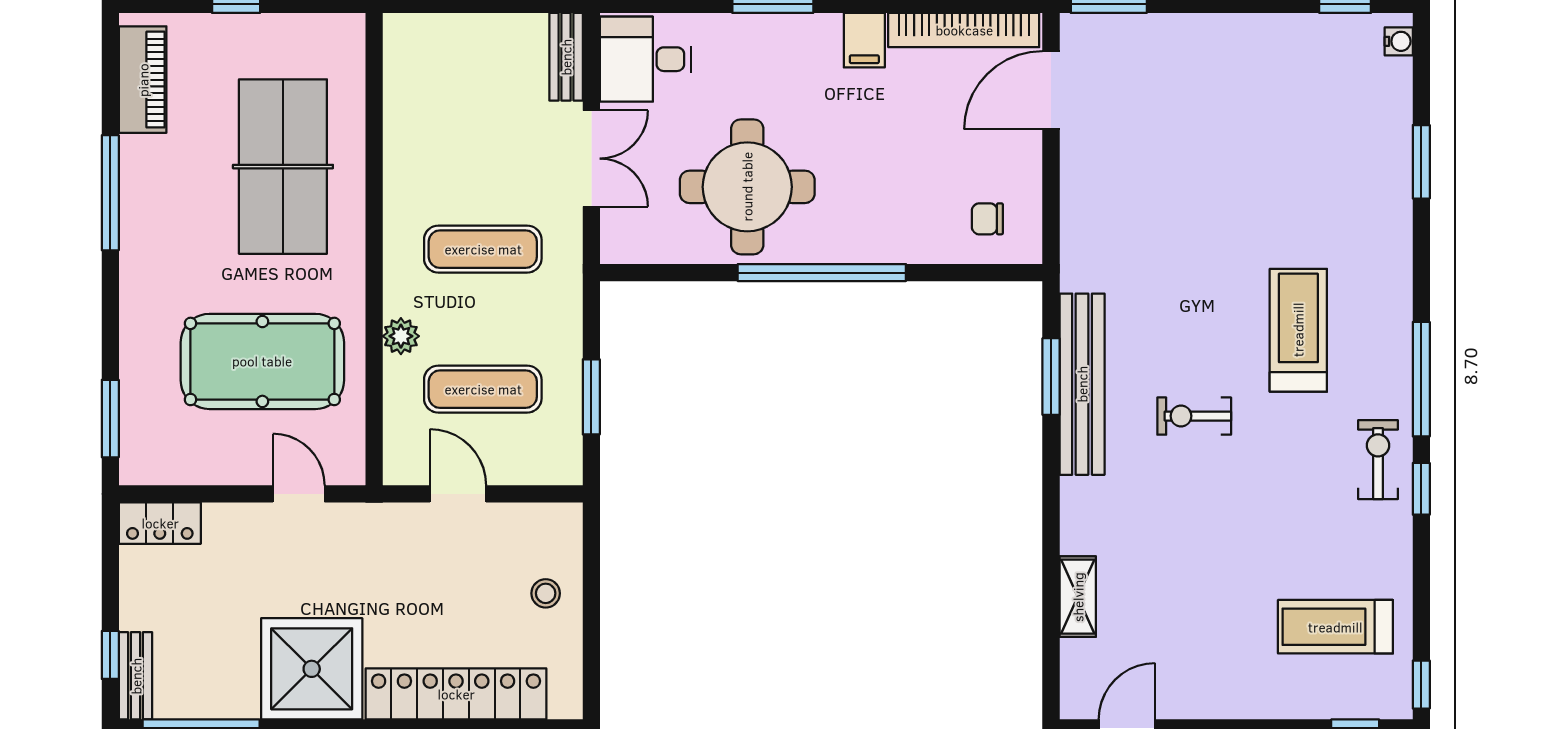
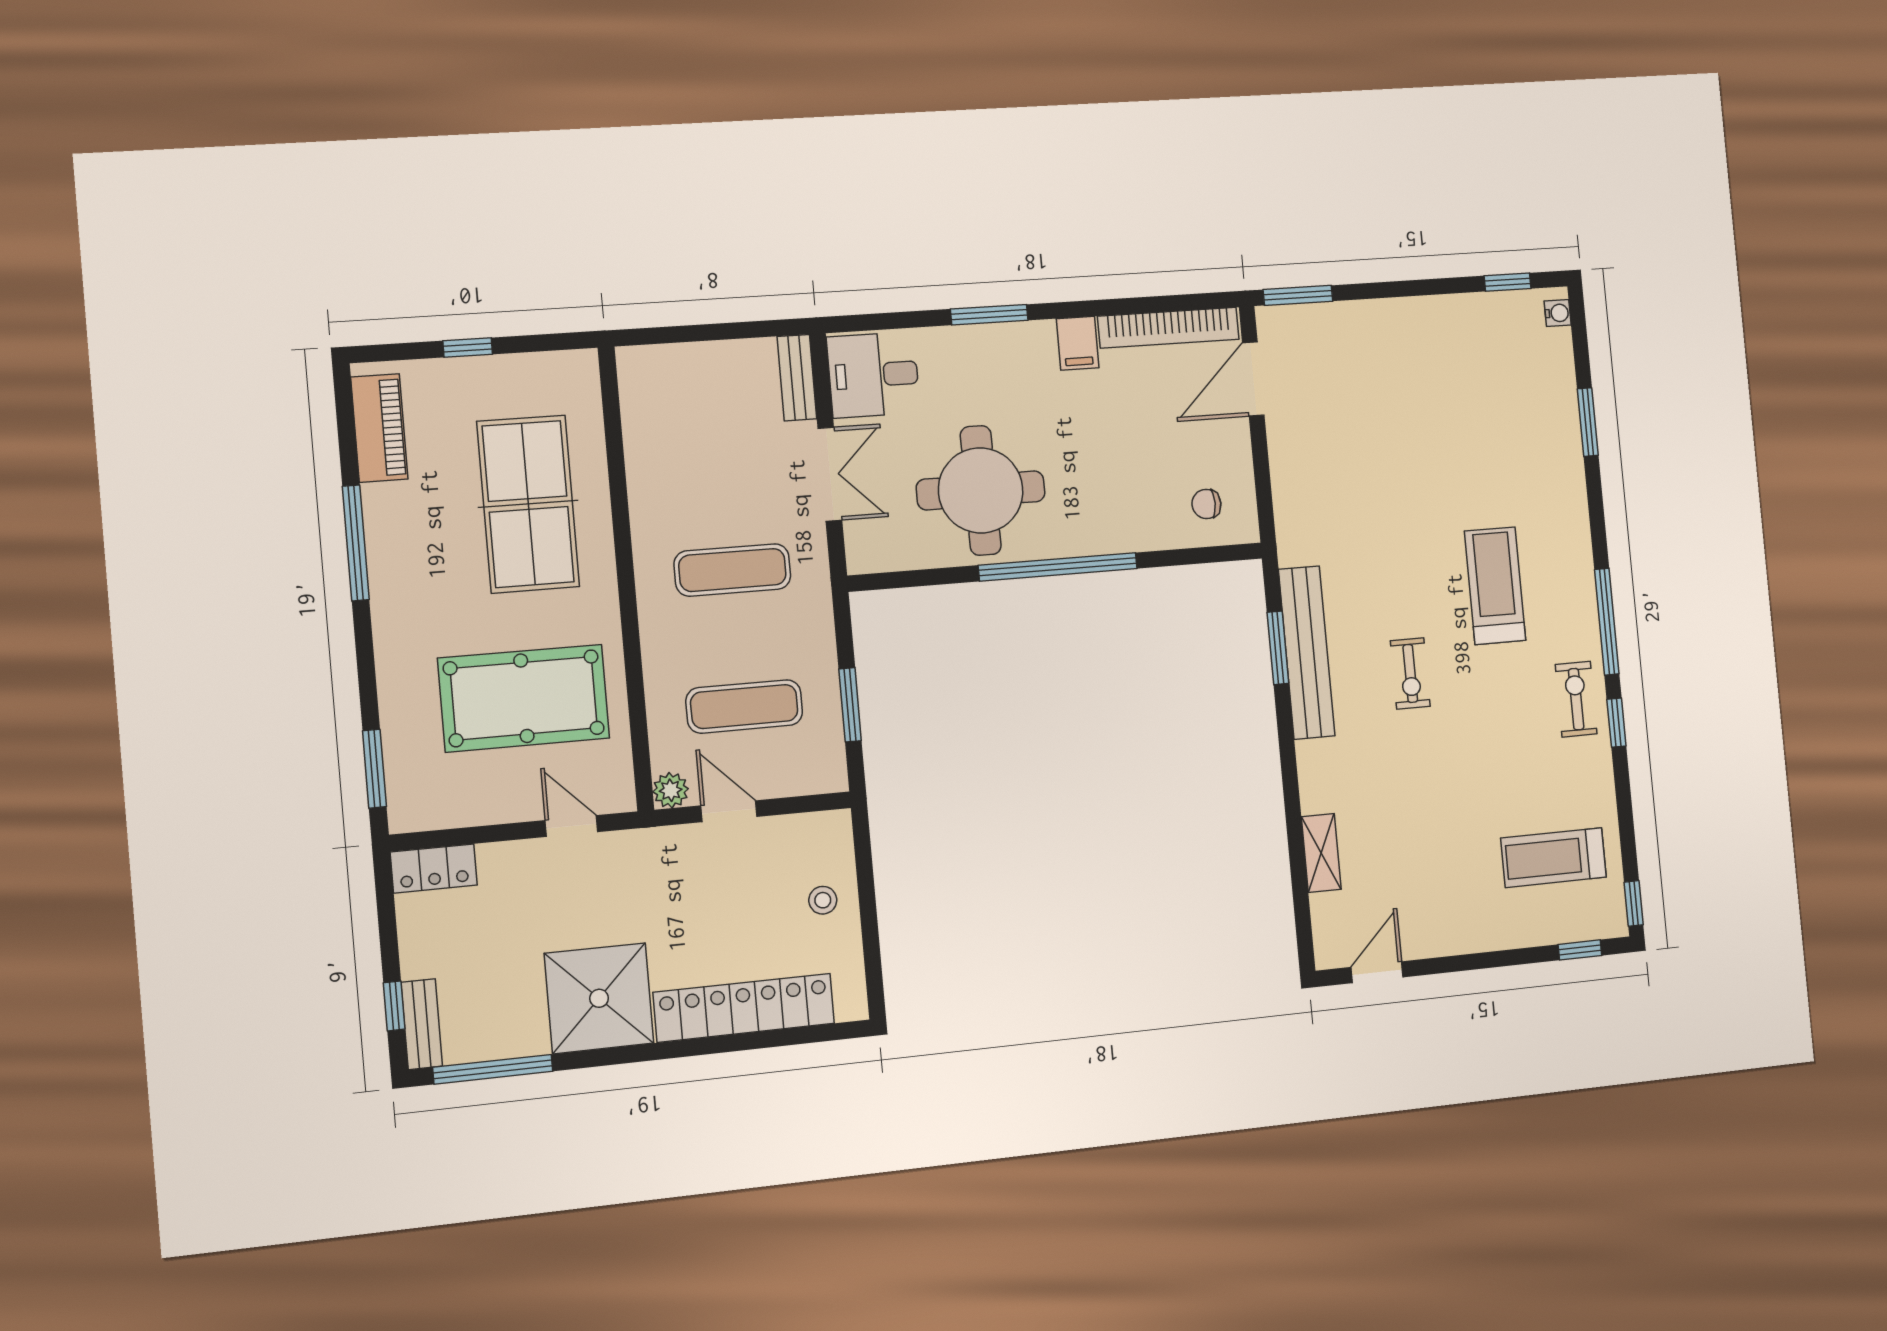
plant: (401, 336) -> (671, 790), moved
exercise bike: (1194, 416) -> (1410, 673), turned -90

